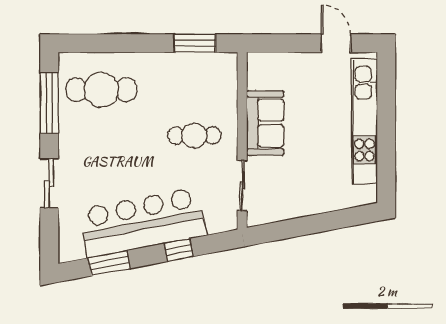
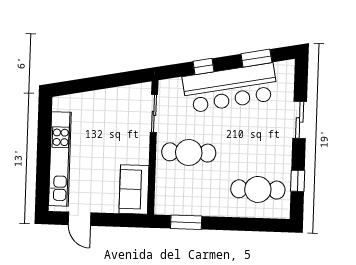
window: (49, 103) -> (298, 181), width x0.46
sofa: (265, 123) -> (134, 189), moved
cafe table: (194, 136) -> (189, 152), width x1.37, depth x1.35

